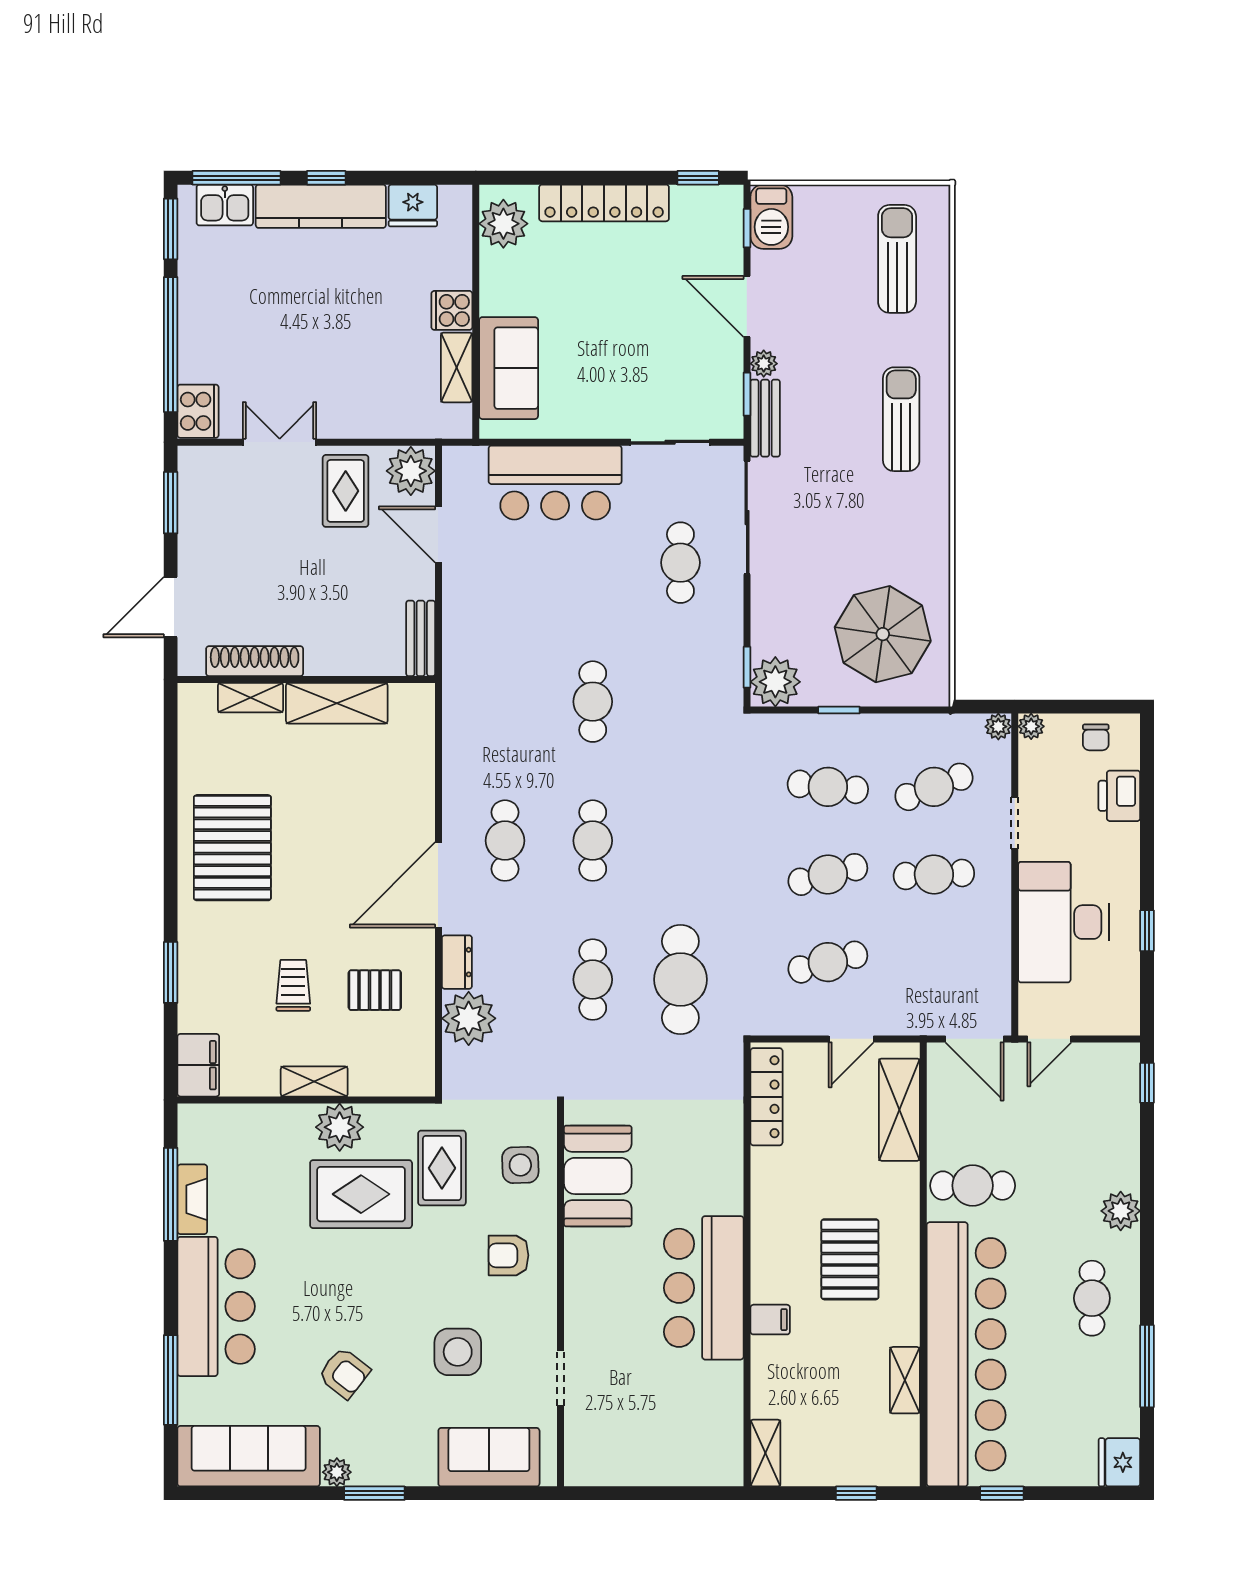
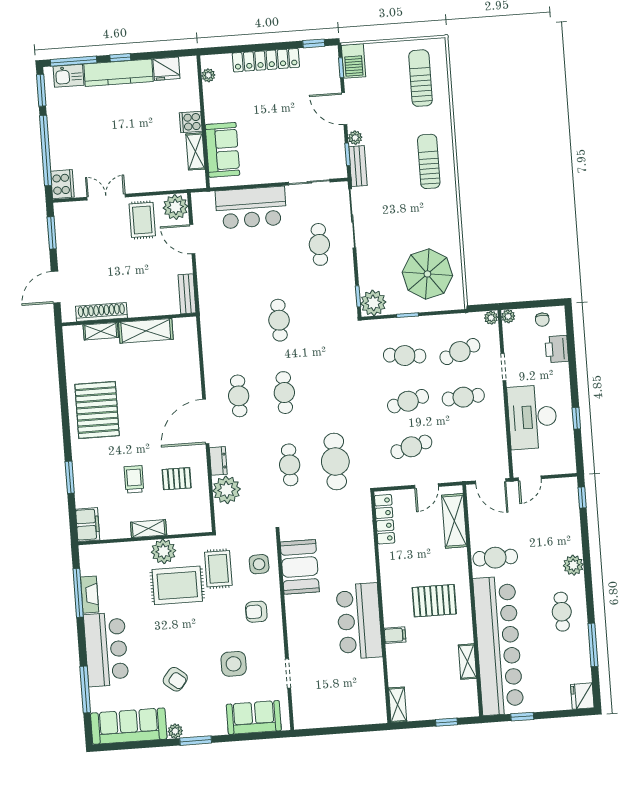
plant: (503, 224) -> (208, 75), width x0.53, depth x0.53
pallet: (850, 1259) -> (434, 601), turned 90

